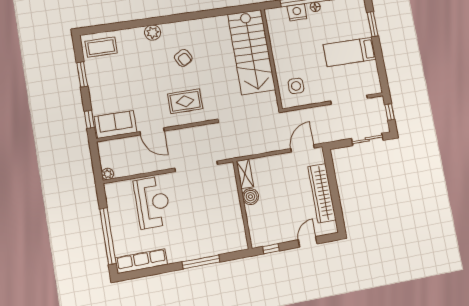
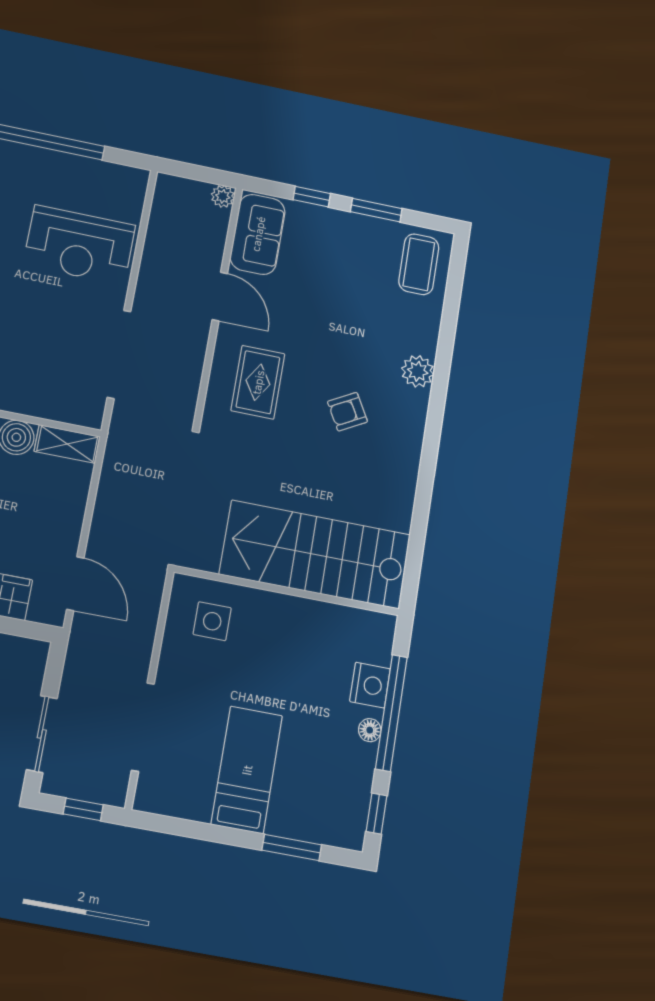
window: (89, 119) -> (312, 197), moved
door: (152, 131) -> (220, 297), swing flipped
plant: (108, 174) -> (223, 196), moved

